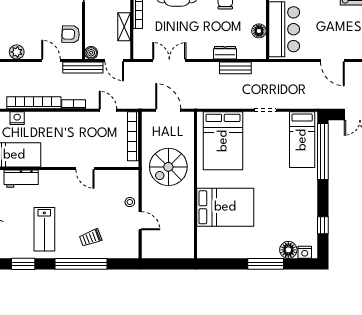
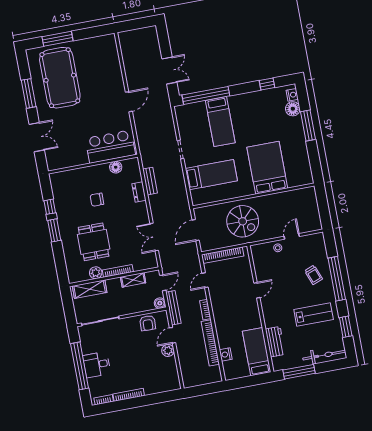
plant: (17, 52) -> (168, 350), moved
bed: (302, 140) -> (220, 122), moved, turned 90
bed: (223, 141) -> (211, 175), width x0.67

